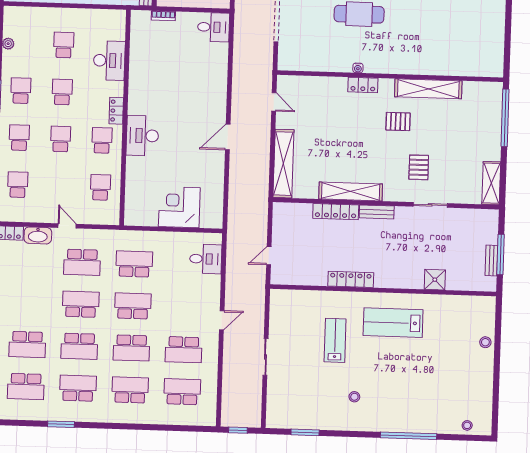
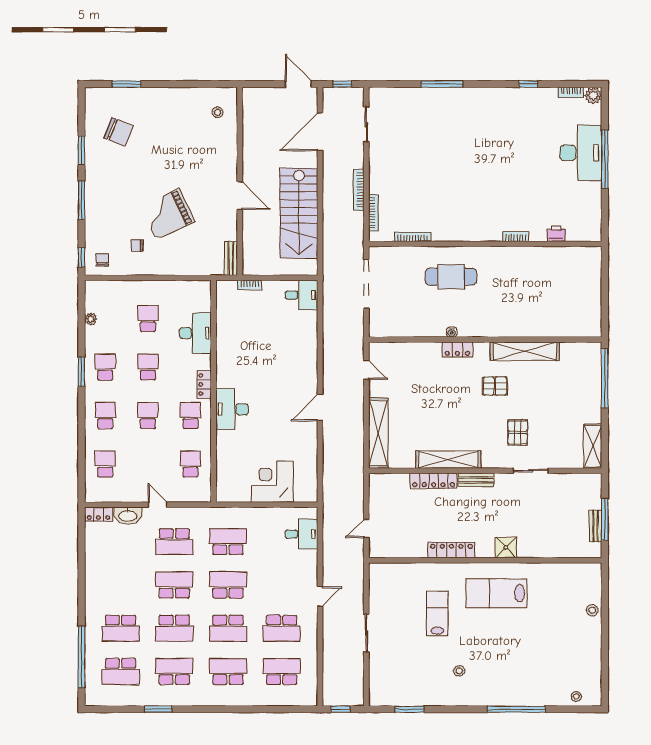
shower: (435, 280) -> (506, 547), moved

